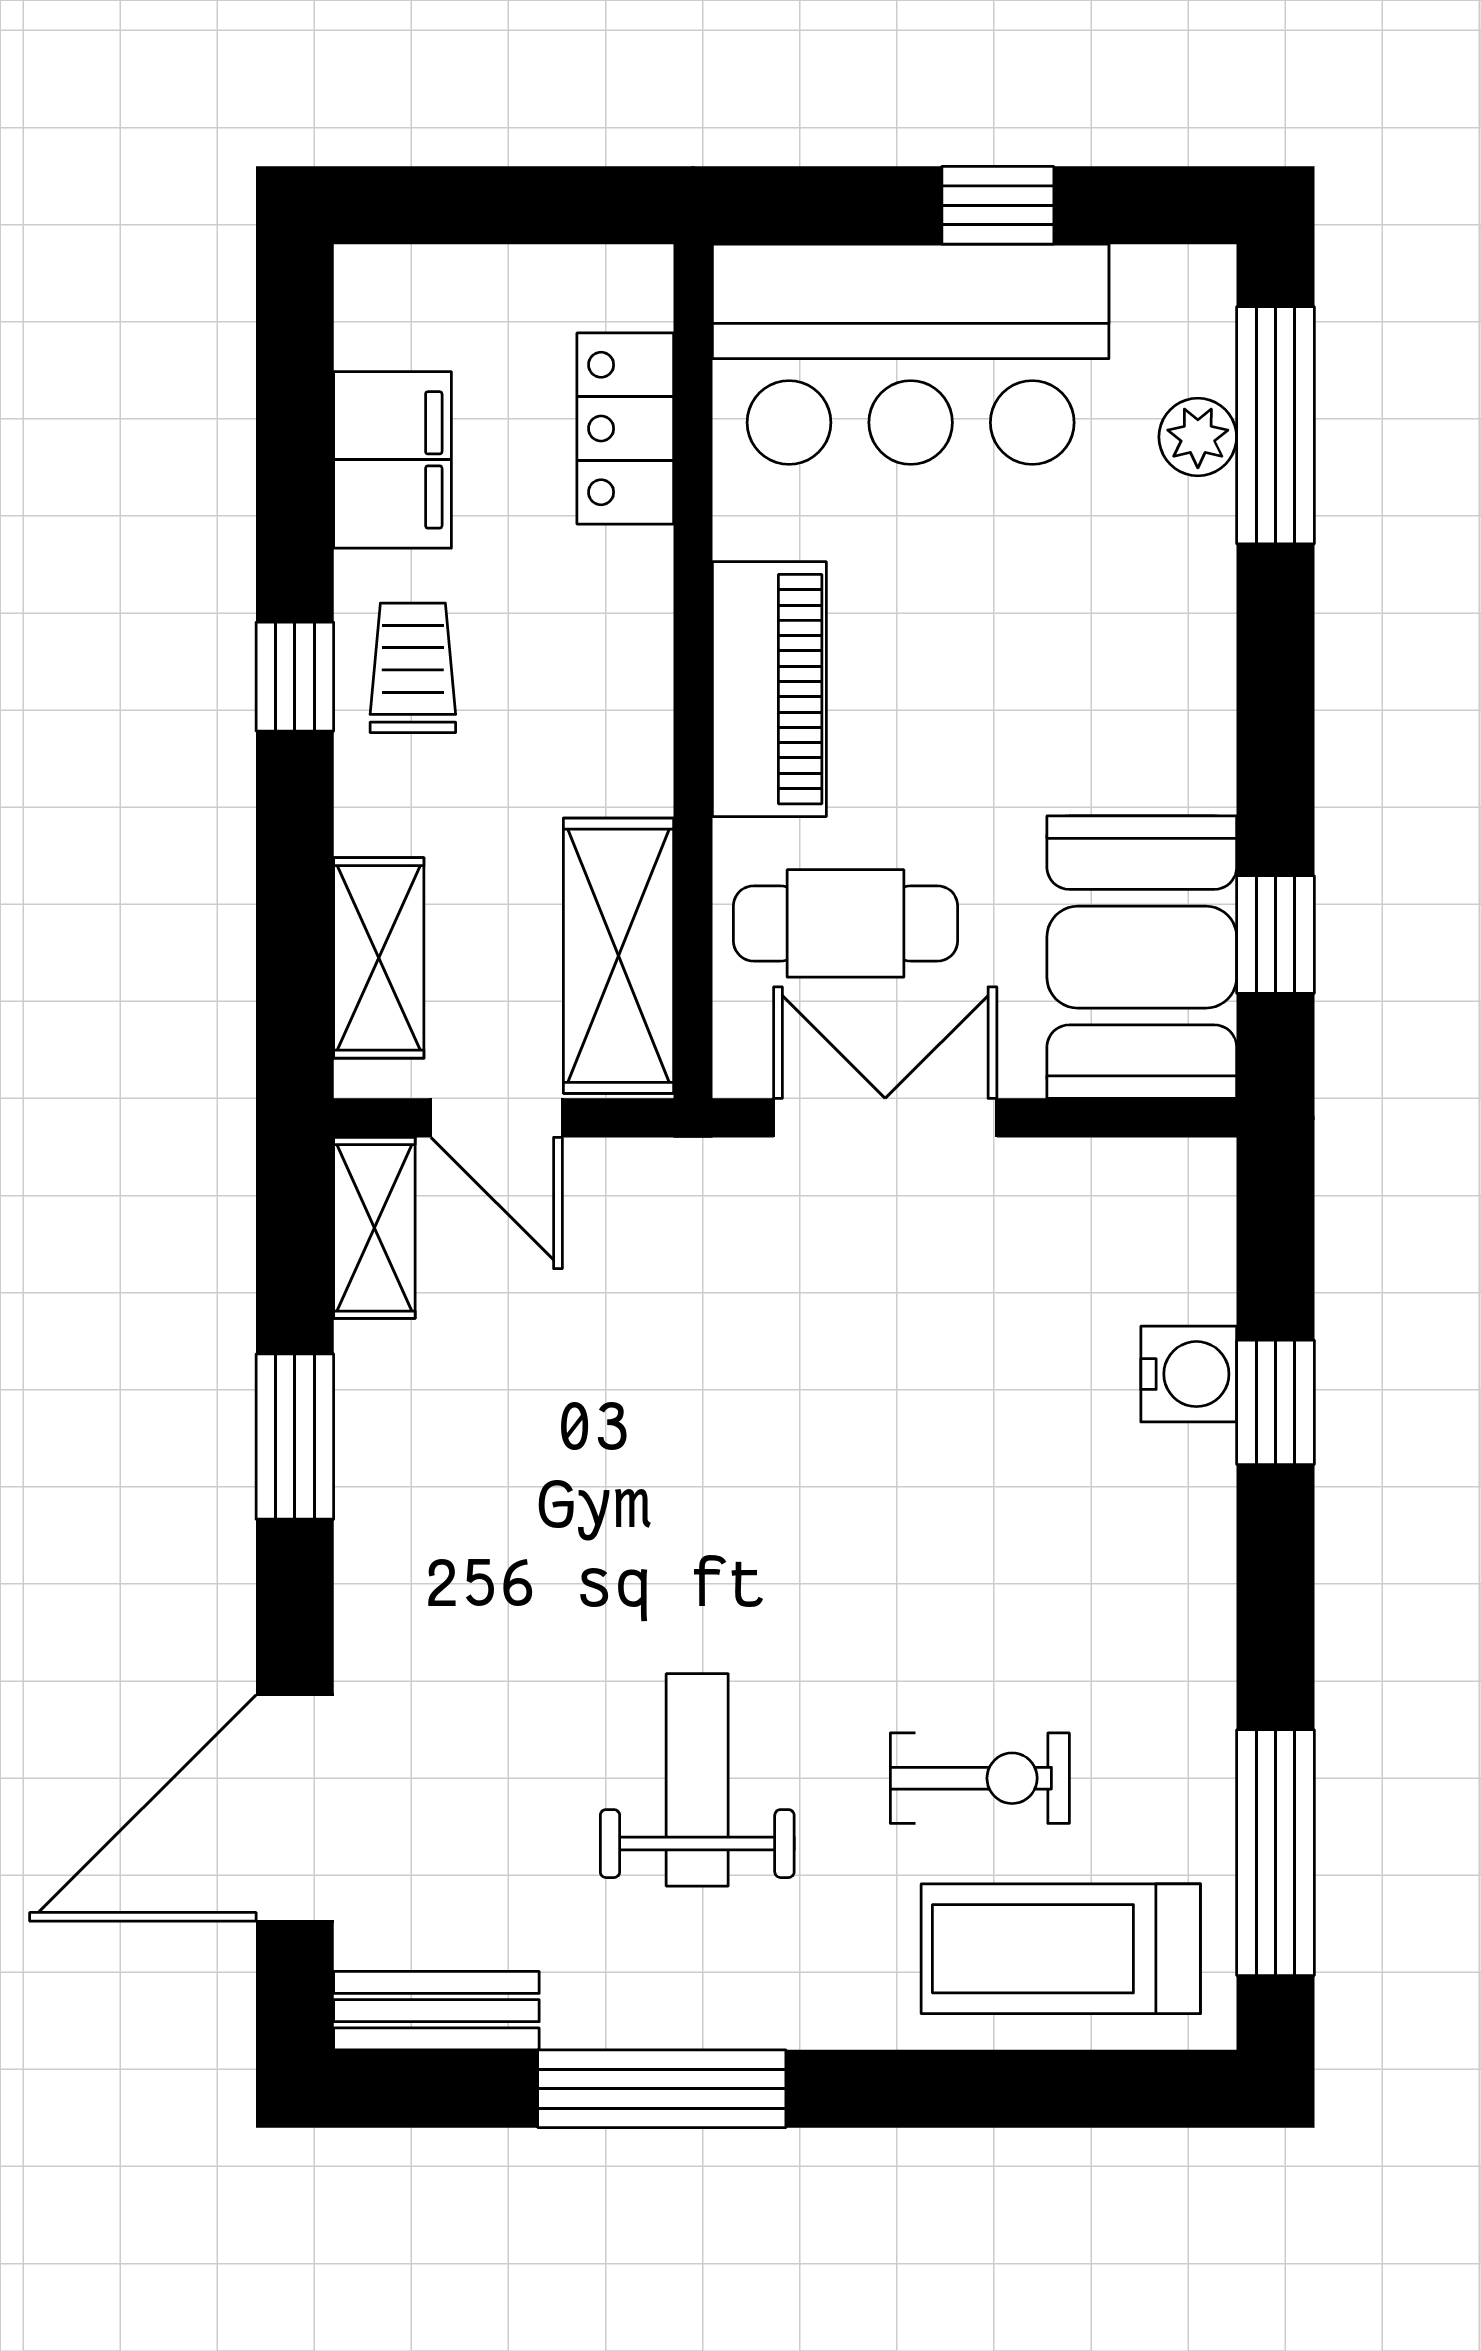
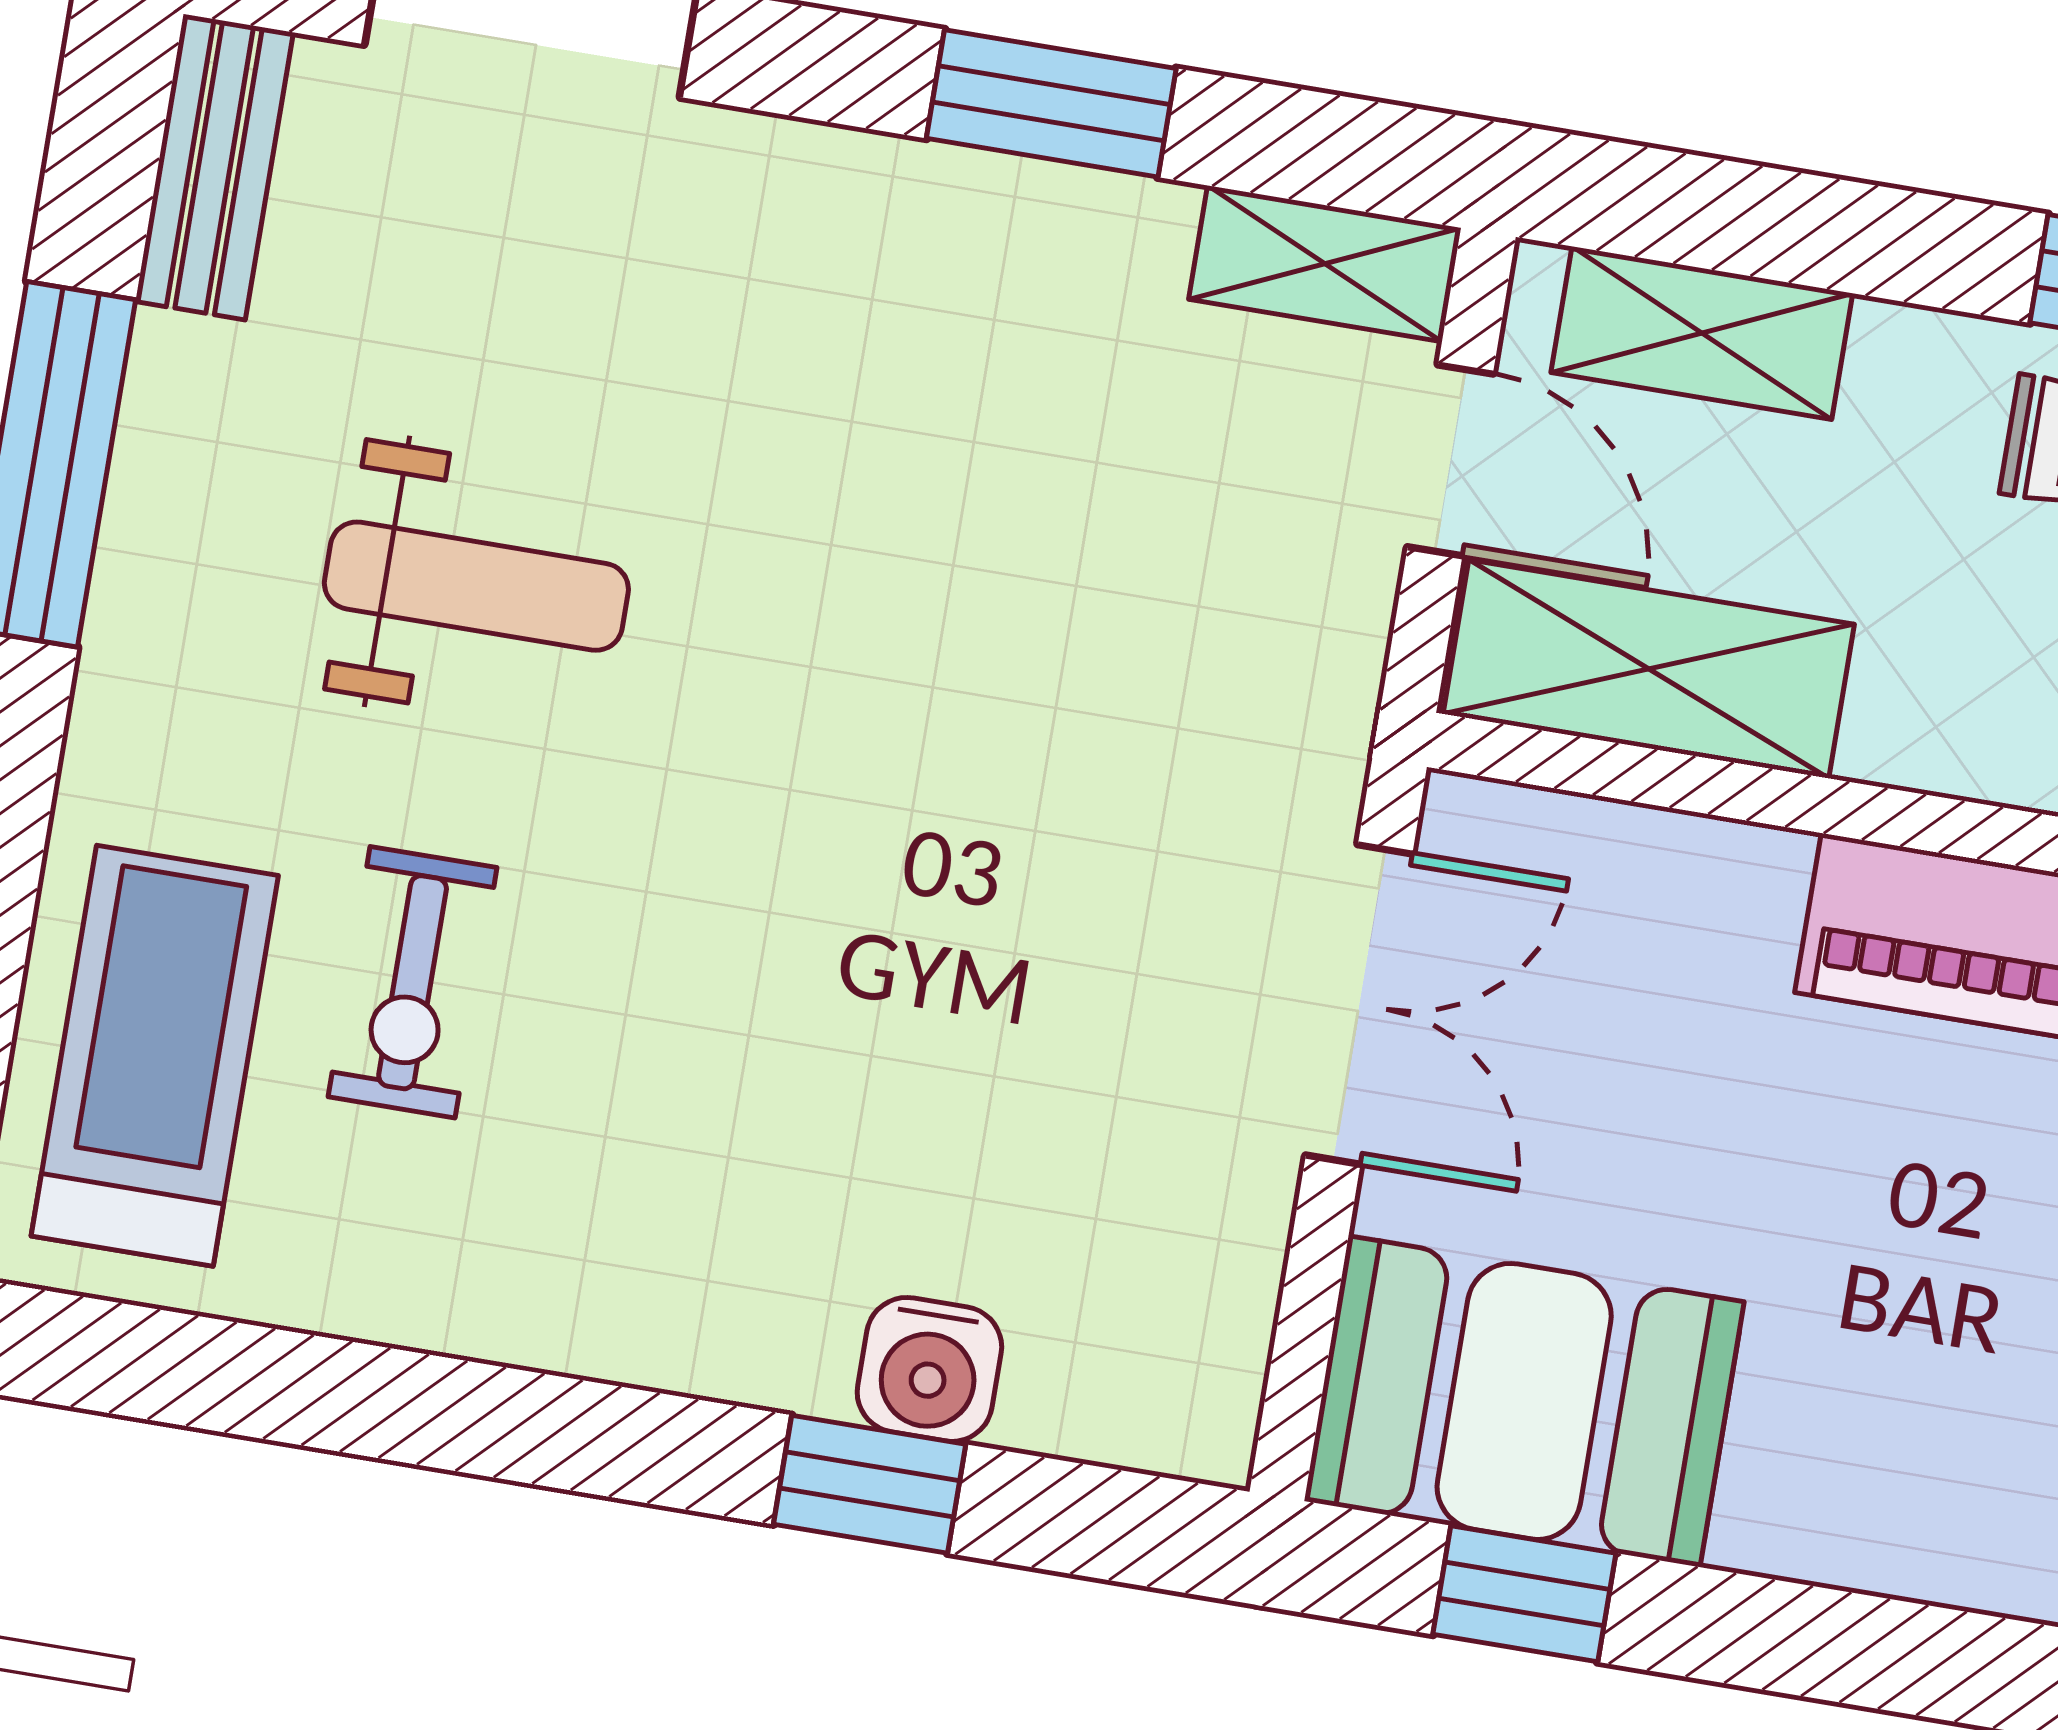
cafe table: (846, 923) -> (1641, 995), removed
door: (497, 1118) -> (1450, 460), swing flipped
window: (1275, 1853) -> (239, 1379), removed

